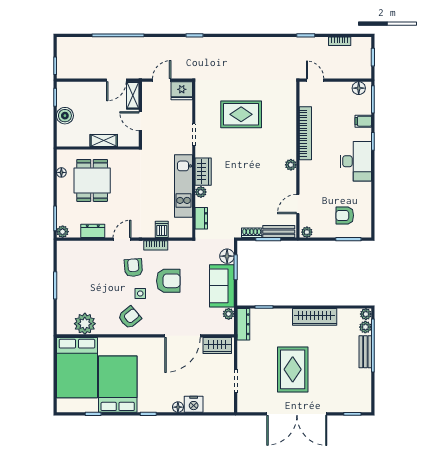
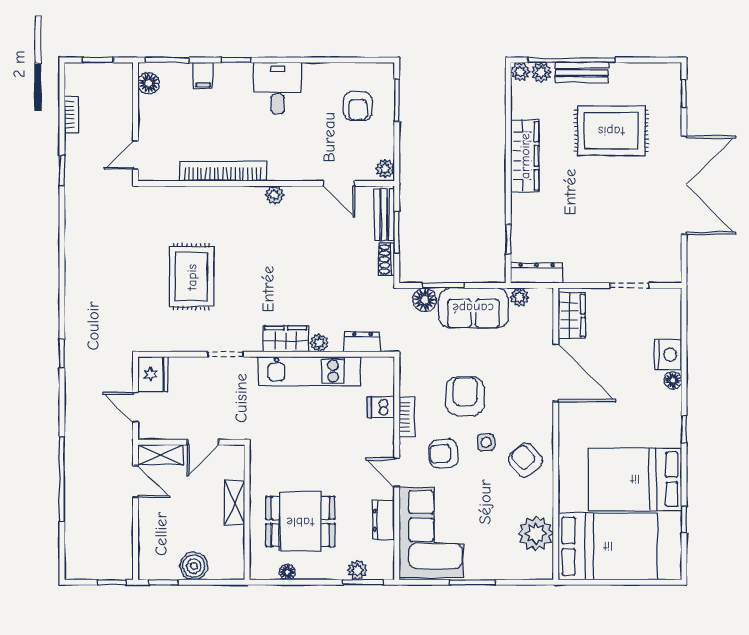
desk: (356, 161) -> (278, 88), width x0.73
plant: (63, 232) -> (357, 570), moved
corner sofa: (85, 260) -> (431, 533), added
rug: (293, 369) -> (611, 131), moved

